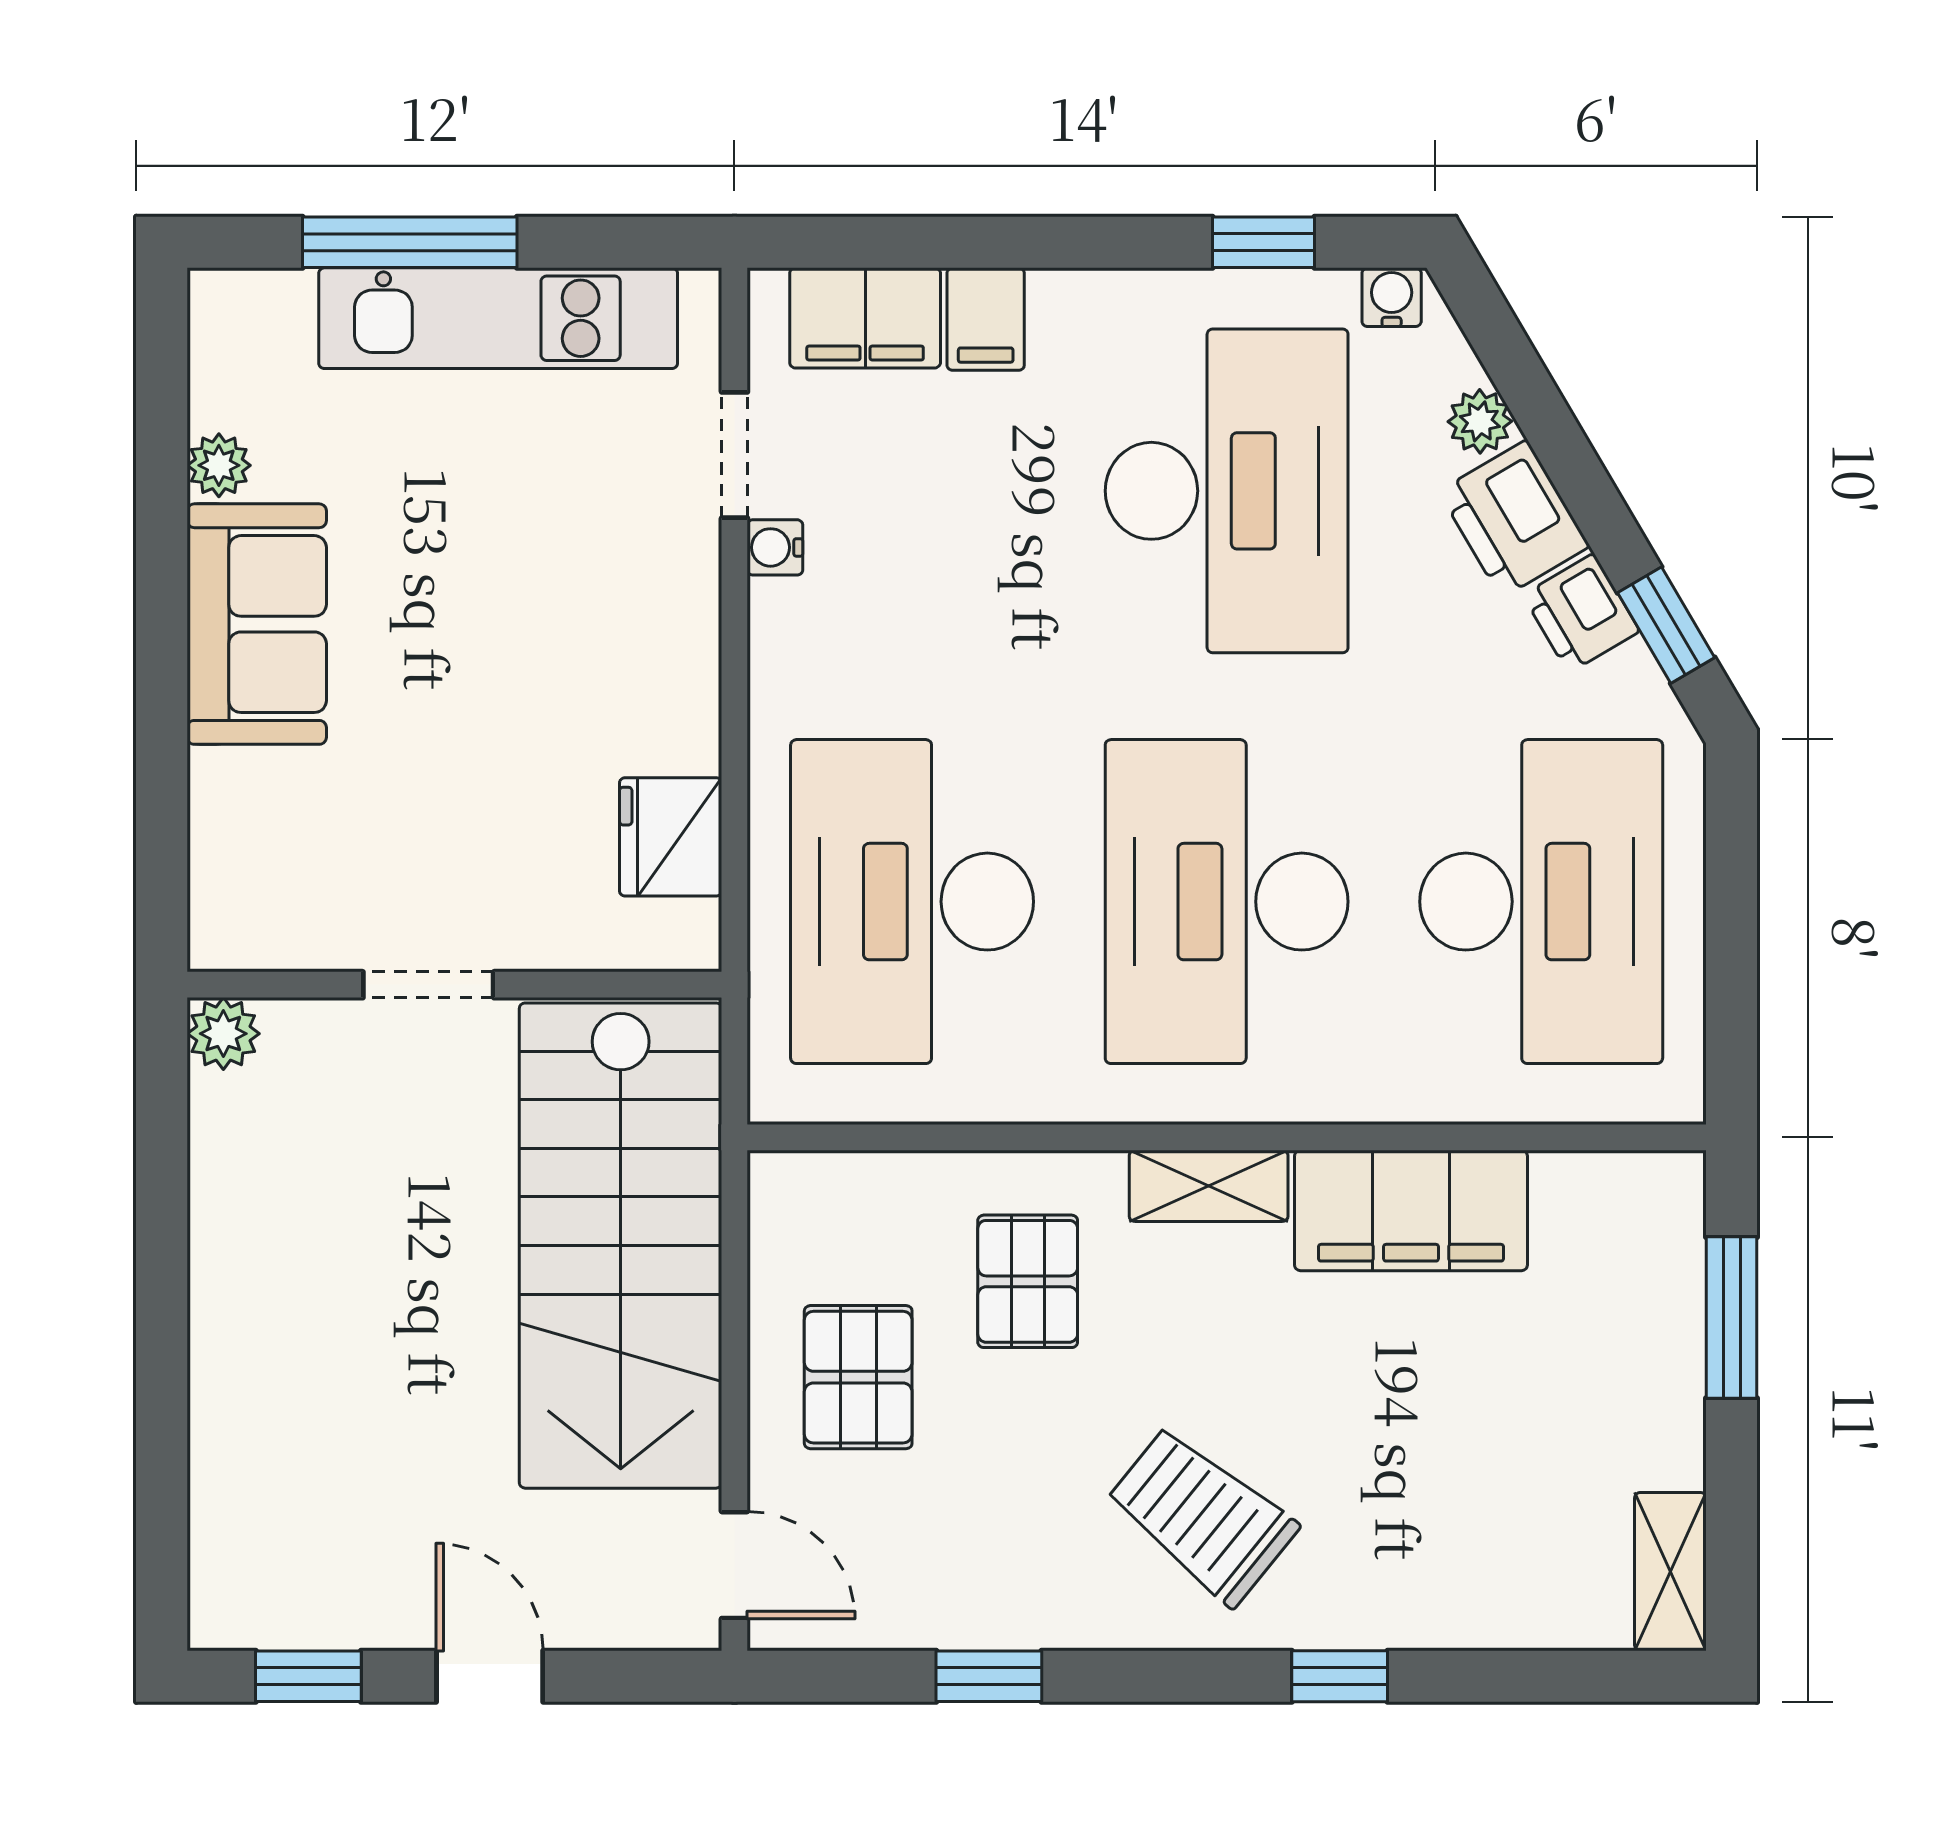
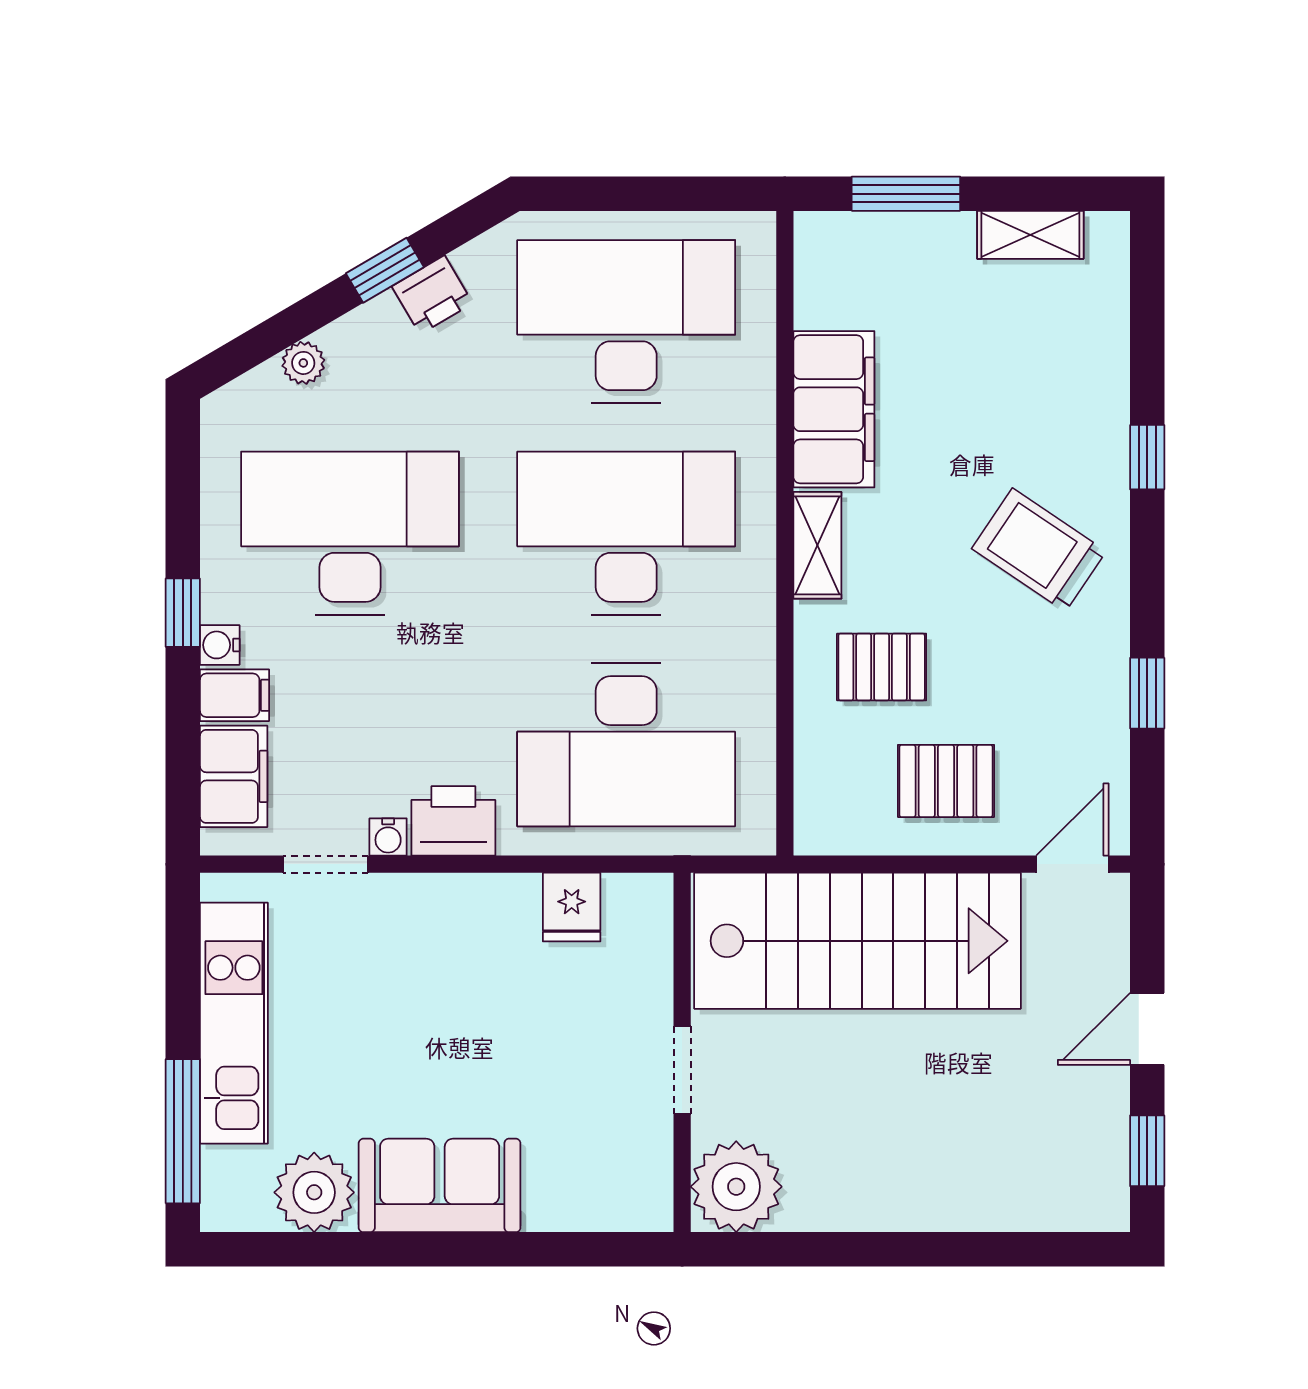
window: (410, 242) -> (183, 1131), moved
window: (1263, 242) -> (183, 613), moved
water cooler: (1392, 297) -> (220, 645), moved
plant: (219, 465) -> (314, 1192), width x1.88, depth x1.88
printer: (1514, 519) -> (453, 821), moved, turned -150
window: (1666, 625) -> (385, 270), moved
fridge: (671, 837) -> (572, 907), width x0.72
desk: (1227, 902) -> (626, 533), turned 180
plant: (223, 1034) -> (736, 1187), width x1.87, depth x1.87
trolley: (1202, 1515) -> (1039, 550), turned 85
shelving: (1670, 1572) -> (1030, 235), moved

